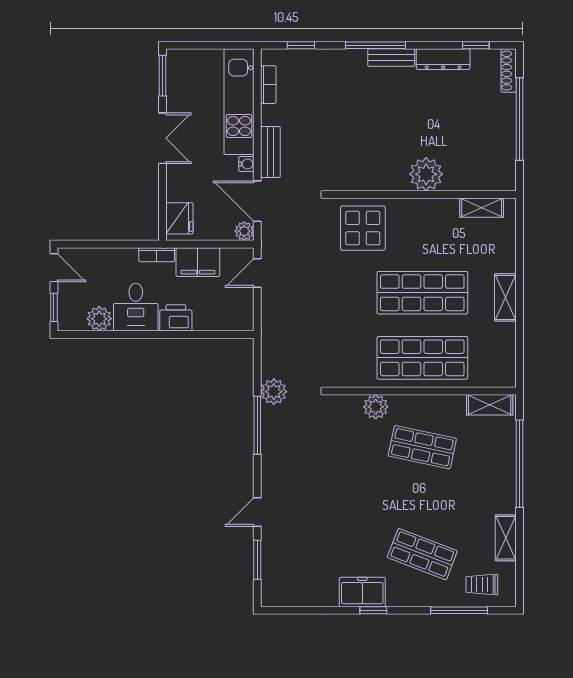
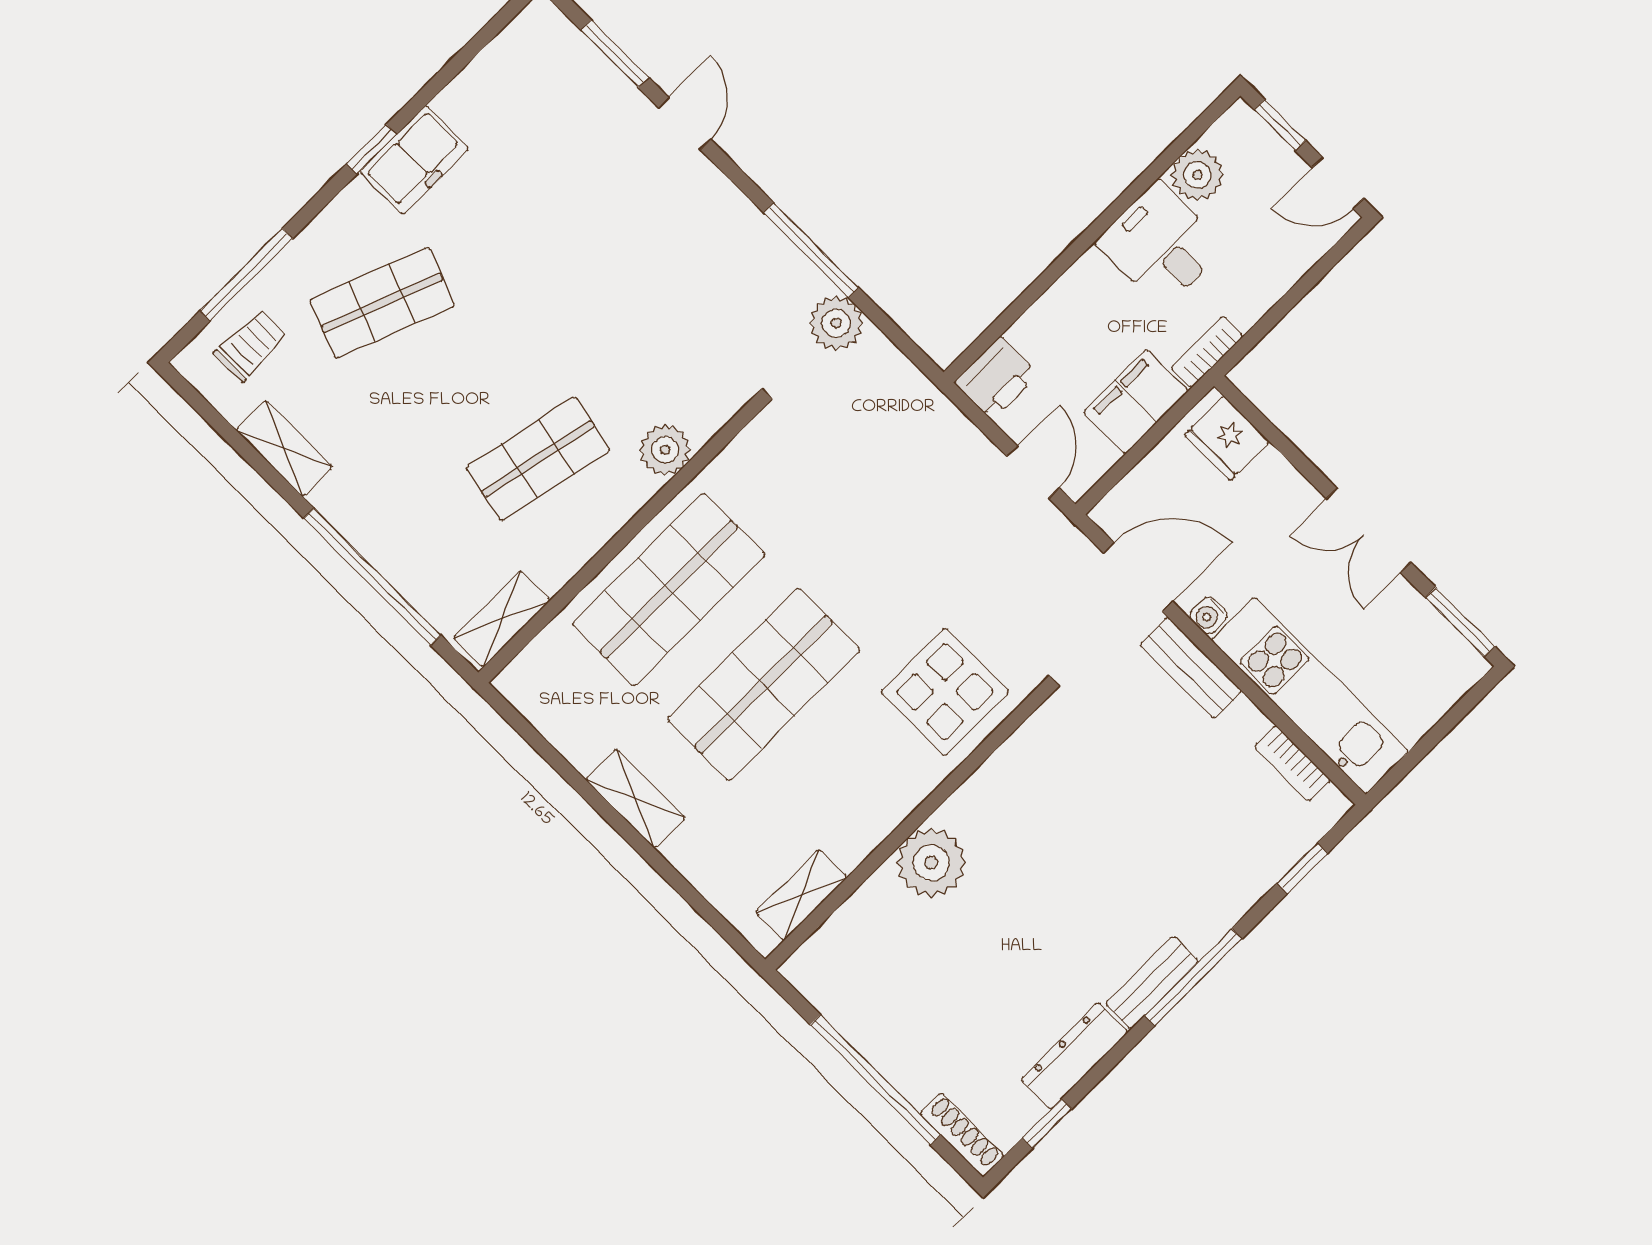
plant: (244, 231) -> (1113, 514), removed
printer: (176, 318) -> (996, 378), moved

